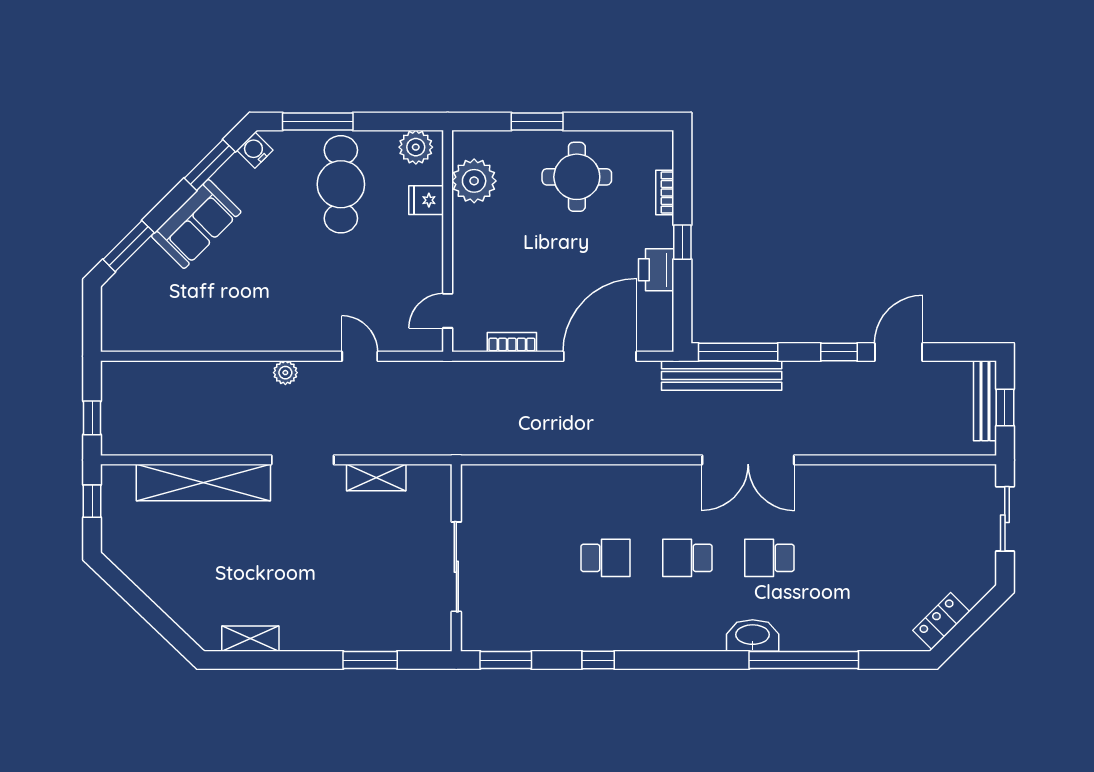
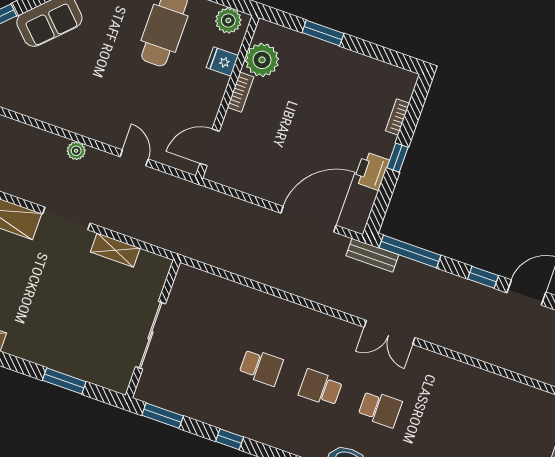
round table: (577, 177) -> (338, 83), removed
door: (448, 311) -> (210, 147), width x1.38
bookcase: (512, 342) -> (241, 92), moved, turned 90
bench: (722, 376) -> (372, 255), width x0.54, depth x0.82
double door: (748, 460) -> (389, 332), width x0.73
school desk: (769, 558) -> (380, 409), turned 180

